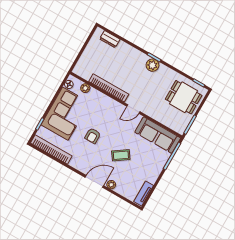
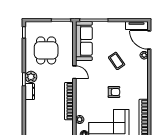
dresser: (110, 39) -> (30, 92), moved
dining table: (184, 97) -> (46, 50), moved
door: (94, 181) -> (149, 40), moved

